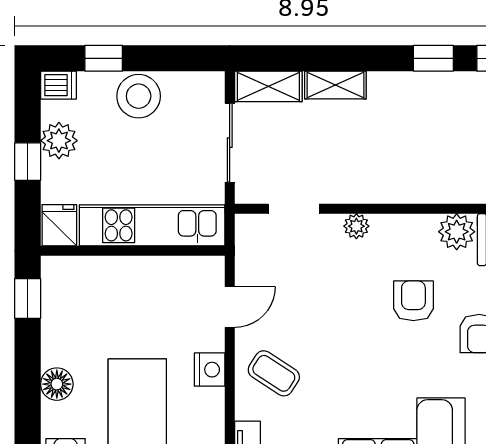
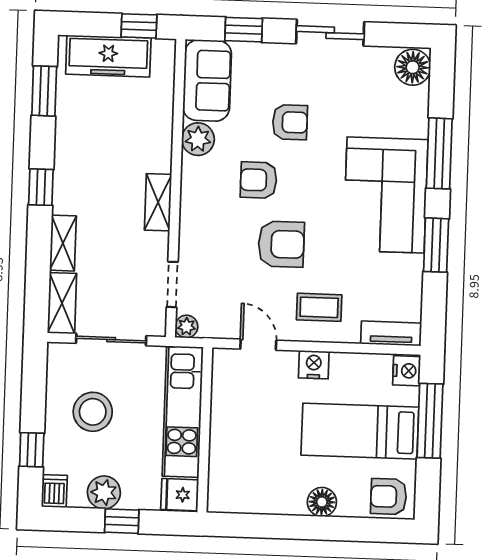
window: (433, 58) -> (41, 187), moved
stool: (139, 96) -> (93, 412), moved
shelving: (385, 190) -> (158, 202), added
plant: (356, 226) -> (186, 327), moved
window: (28, 298) -> (244, 525), removed
armchair: (343, 329) -> (281, 244), added
coffee table: (274, 373) -> (319, 307), turned 57

